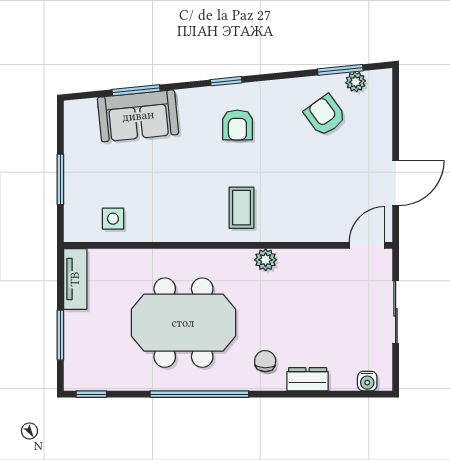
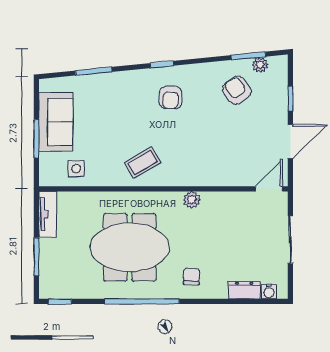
sofa: (138, 116) -> (56, 122), moved, turned -84
window: (396, 126) -> (290, 99), added
coffee table: (242, 208) -> (143, 162), moved, turned 60
dresser: (308, 379) -> (244, 290), moved

